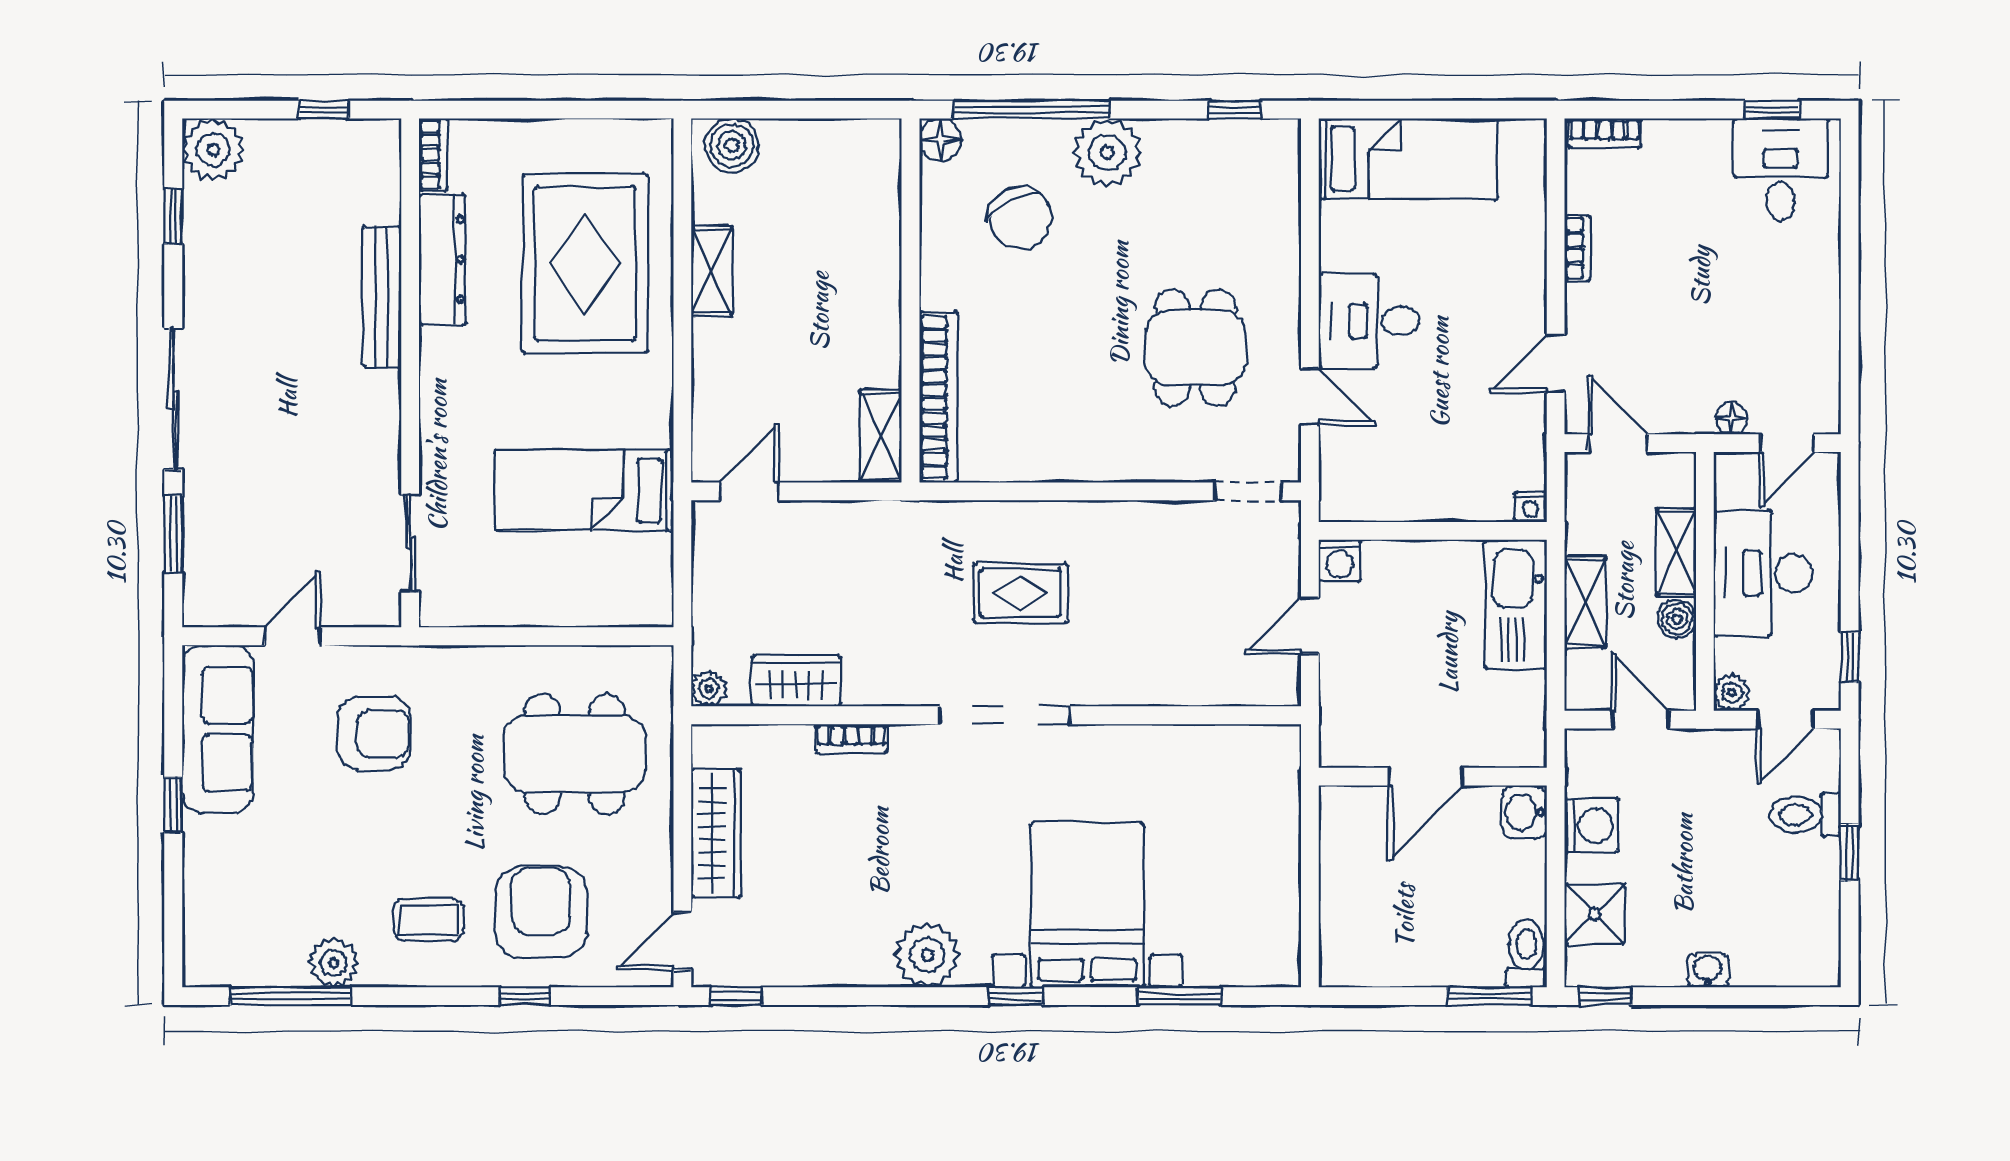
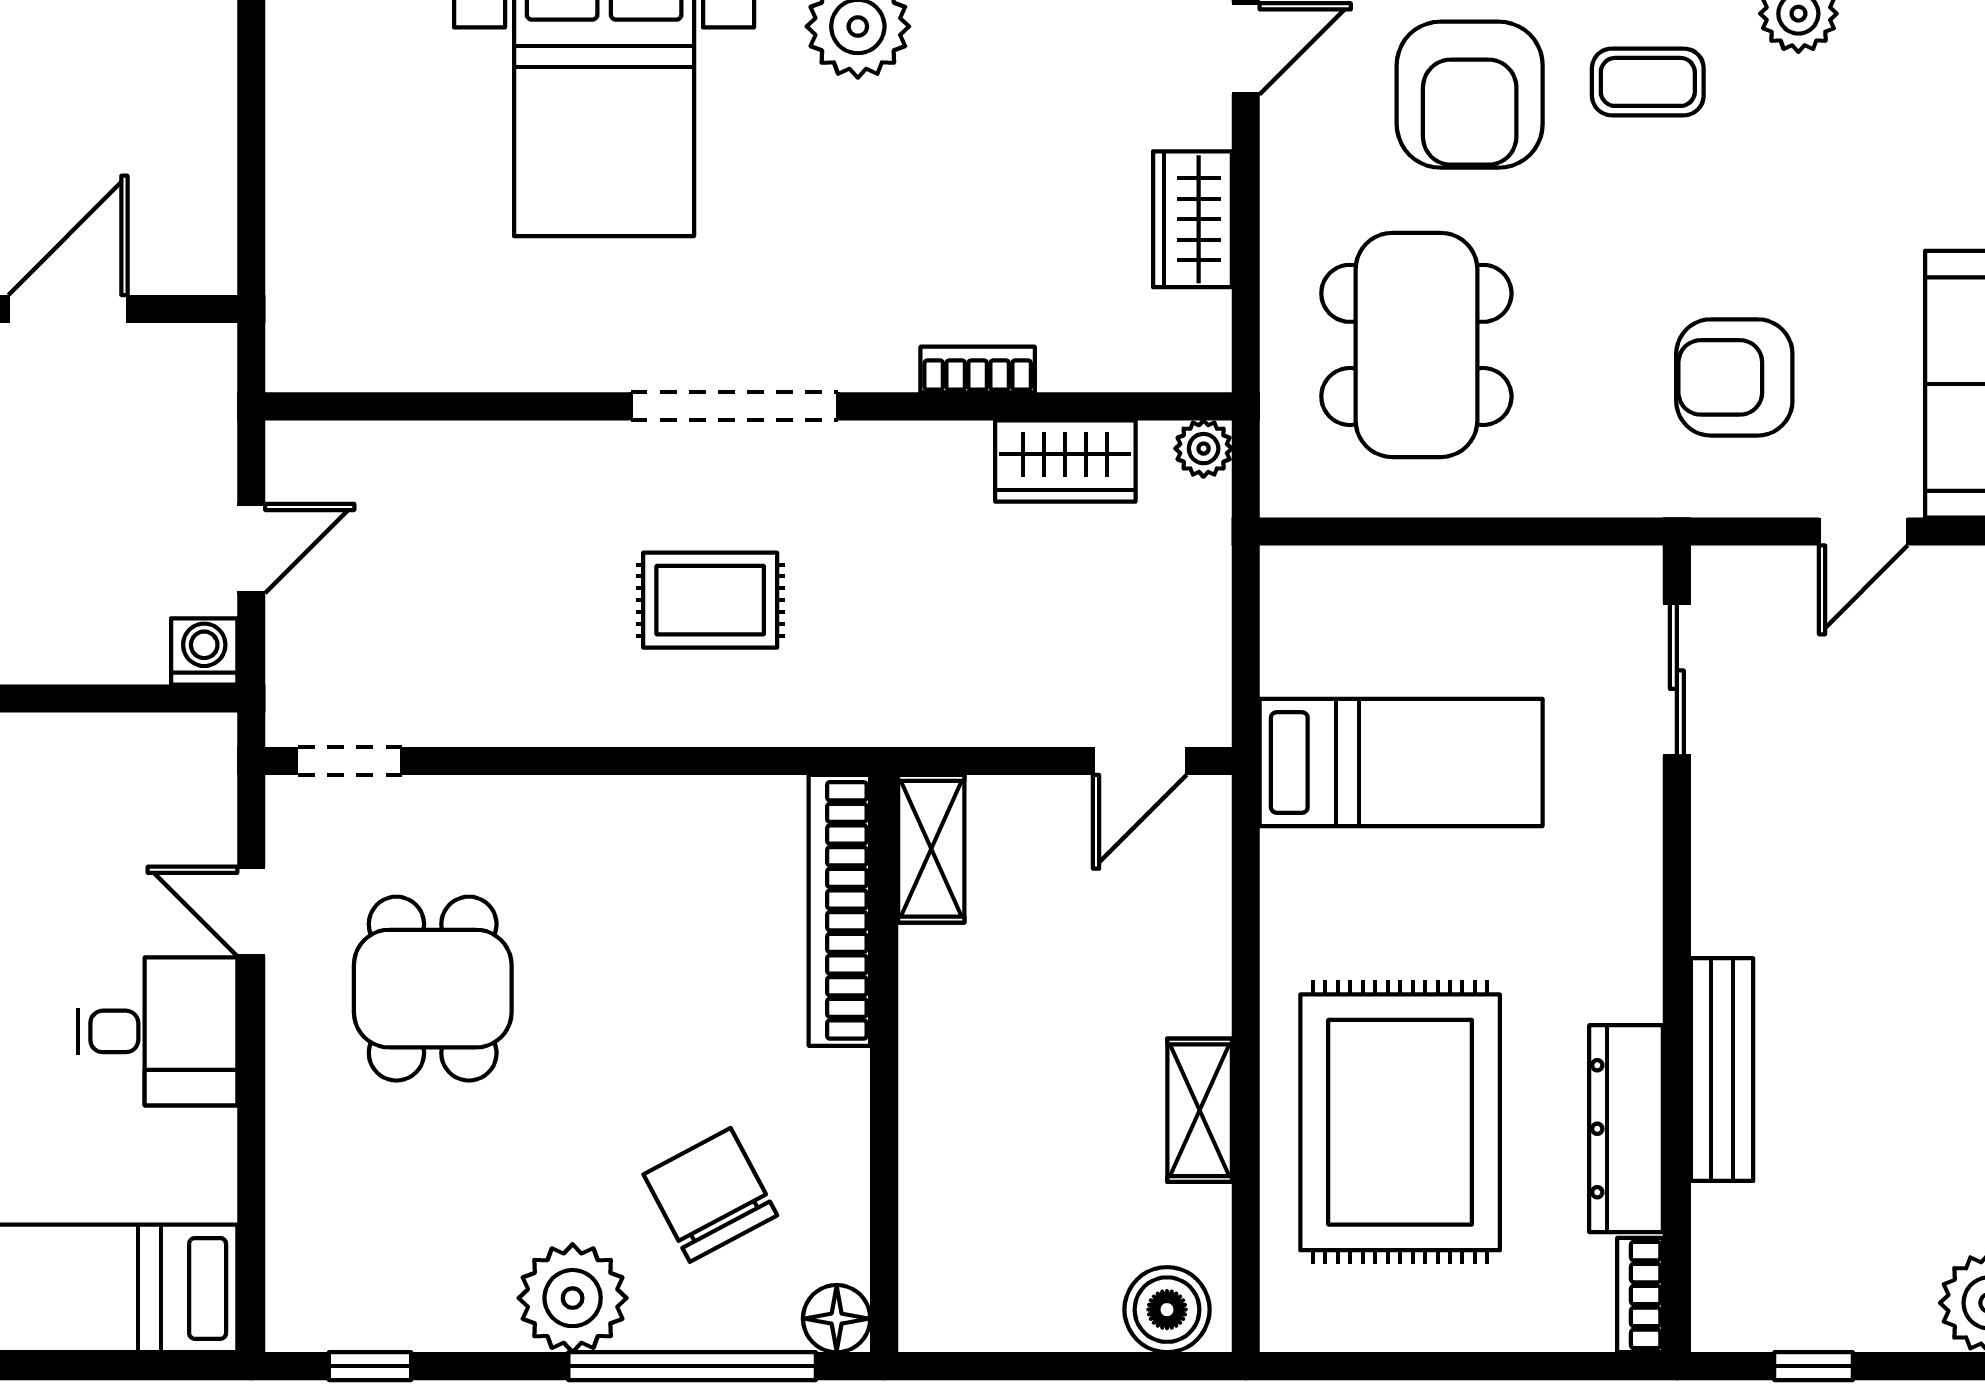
dining table: (575, 754) -> (1416, 345), turned 90
wardrobe: (716, 833) -> (1192, 219), width x0.67

